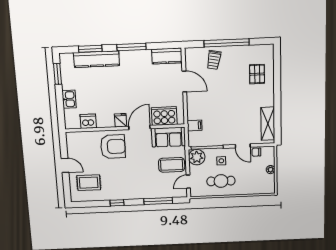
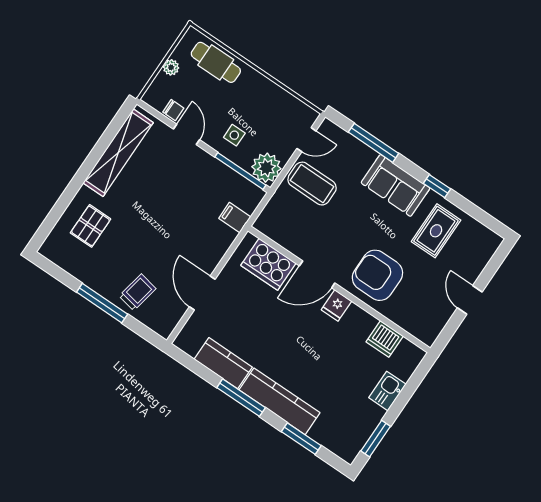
window: (227, 43) -> (102, 303), width x0.68
kitchen counter: (167, 56) -> (223, 363), moved
kitchen counter: (96, 59) -> (280, 401), moved
shelving: (268, 124) -> (118, 153), width x1.47
sofa: (168, 137) -> (396, 185), moved, turned 180
cafe table: (221, 181) -> (216, 62), moved
rug: (89, 183) -> (436, 231), moved, turned 90

